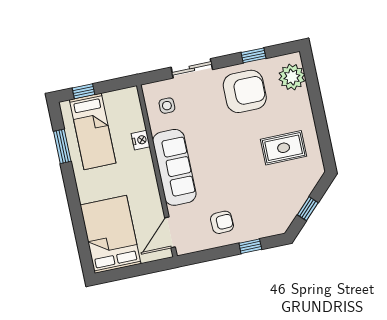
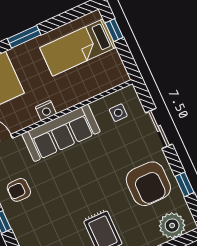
nightstand: (141, 140) -> (46, 110), moved
window: (62, 146) -> (24, 37), moved
armchair: (222, 222) -> (19, 190), turned 92

